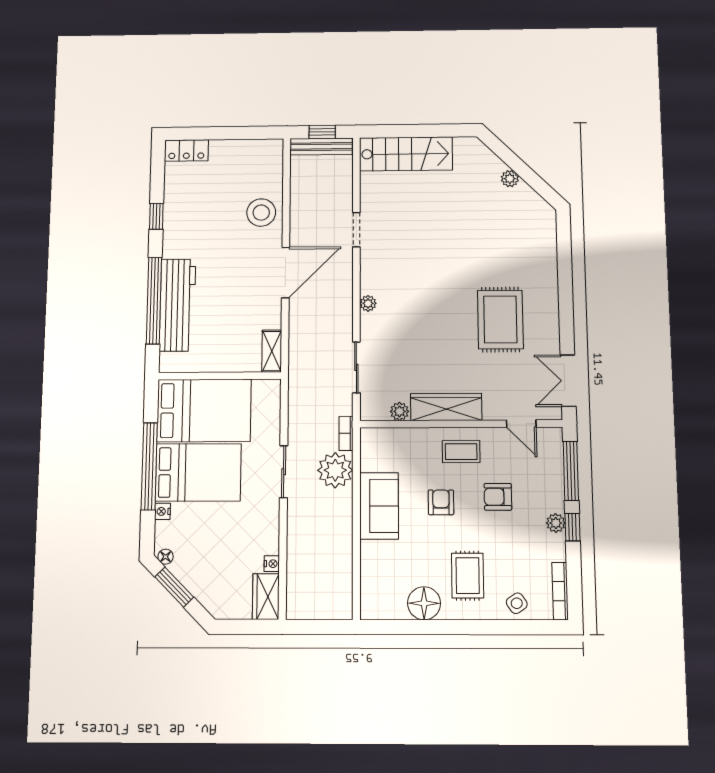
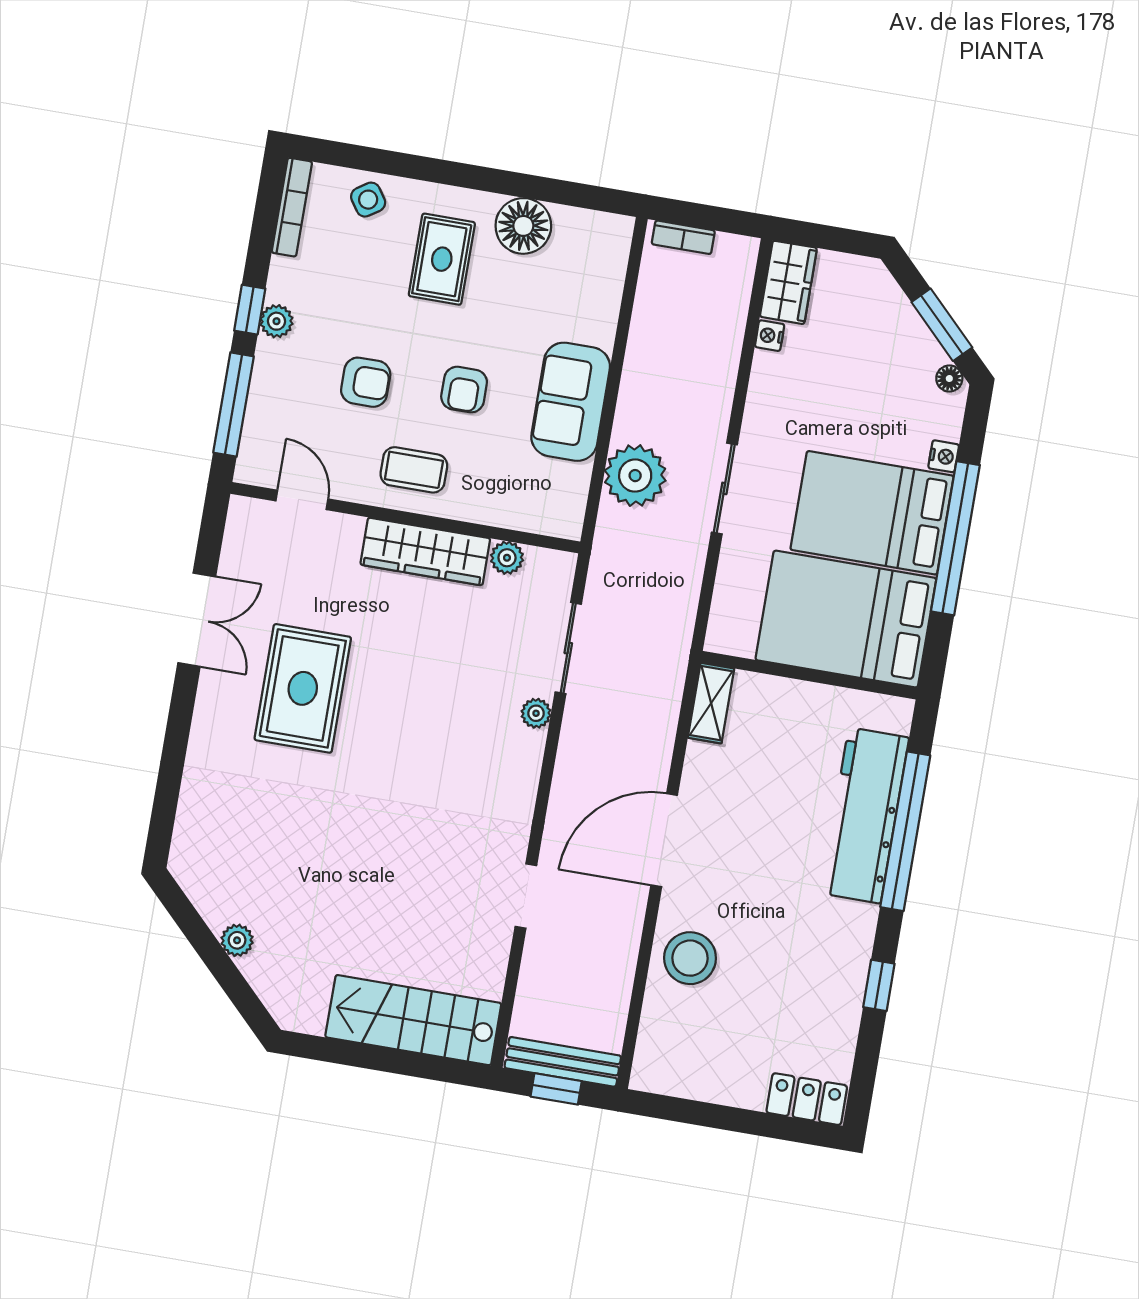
plant: (368, 303) -> (536, 713), moved
double door: (568, 381) -> (197, 620), moved
bookcase: (346, 433) -> (683, 237), moved, turned 90

